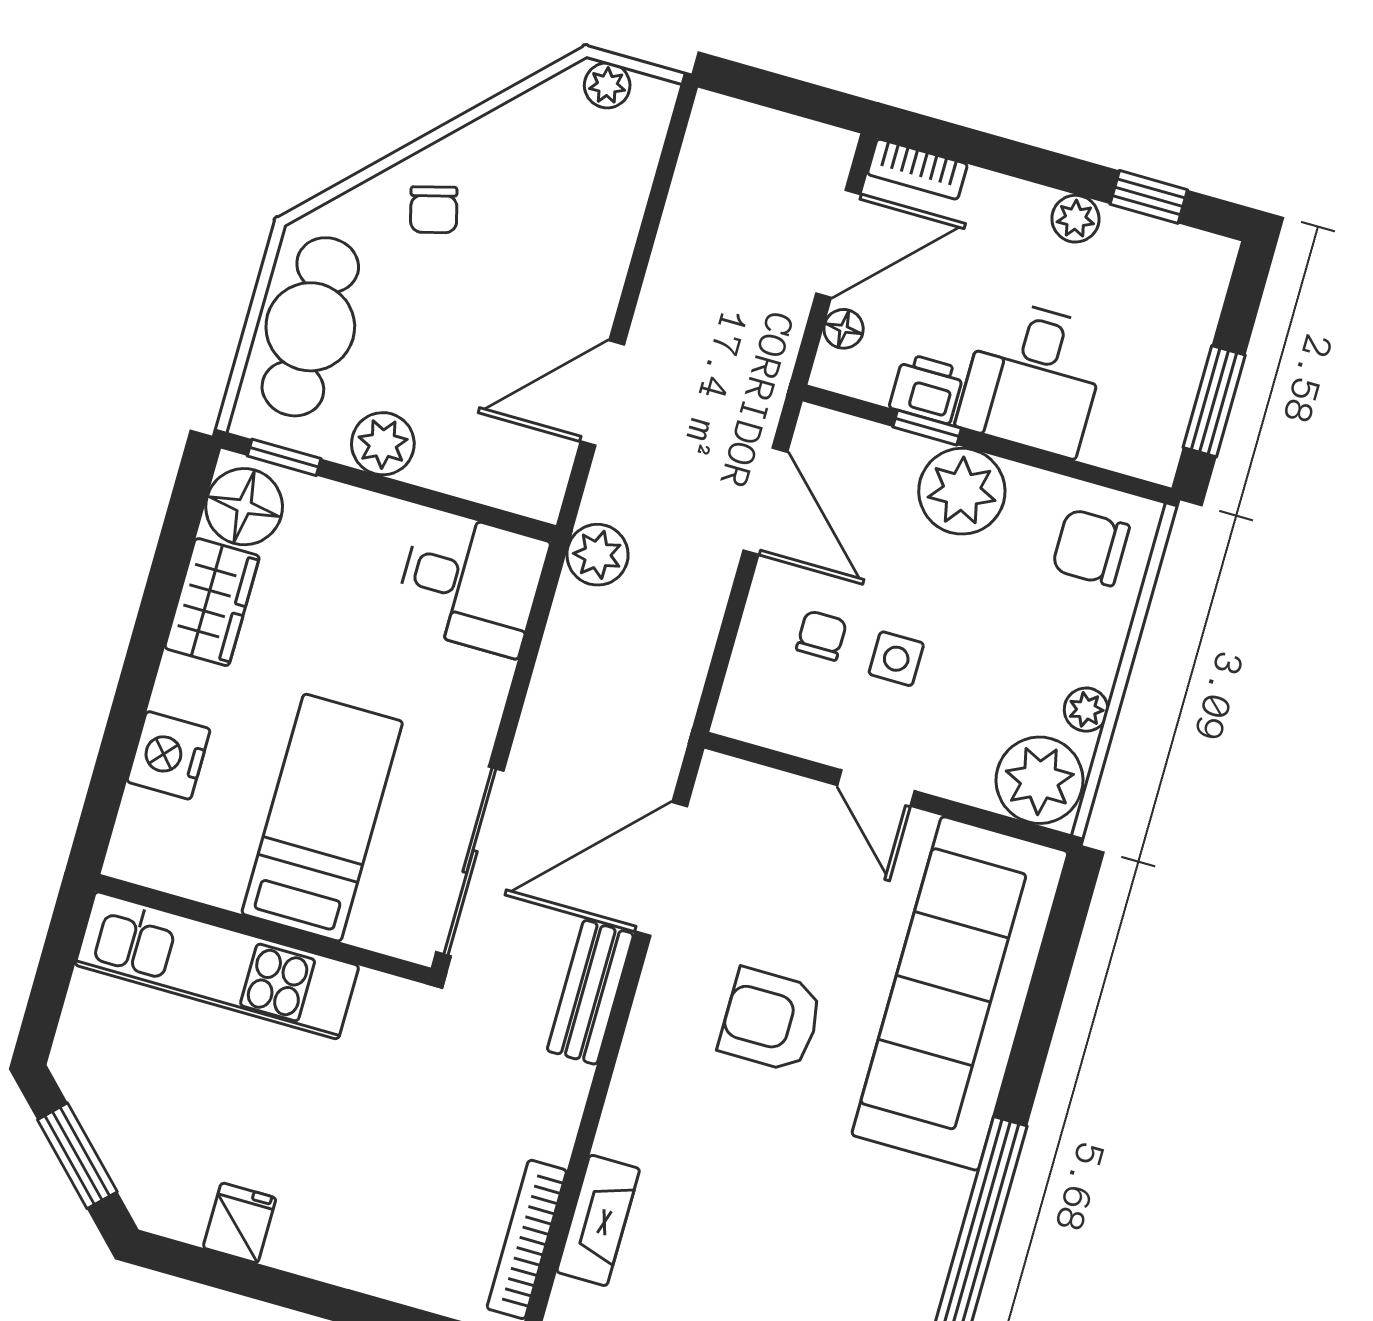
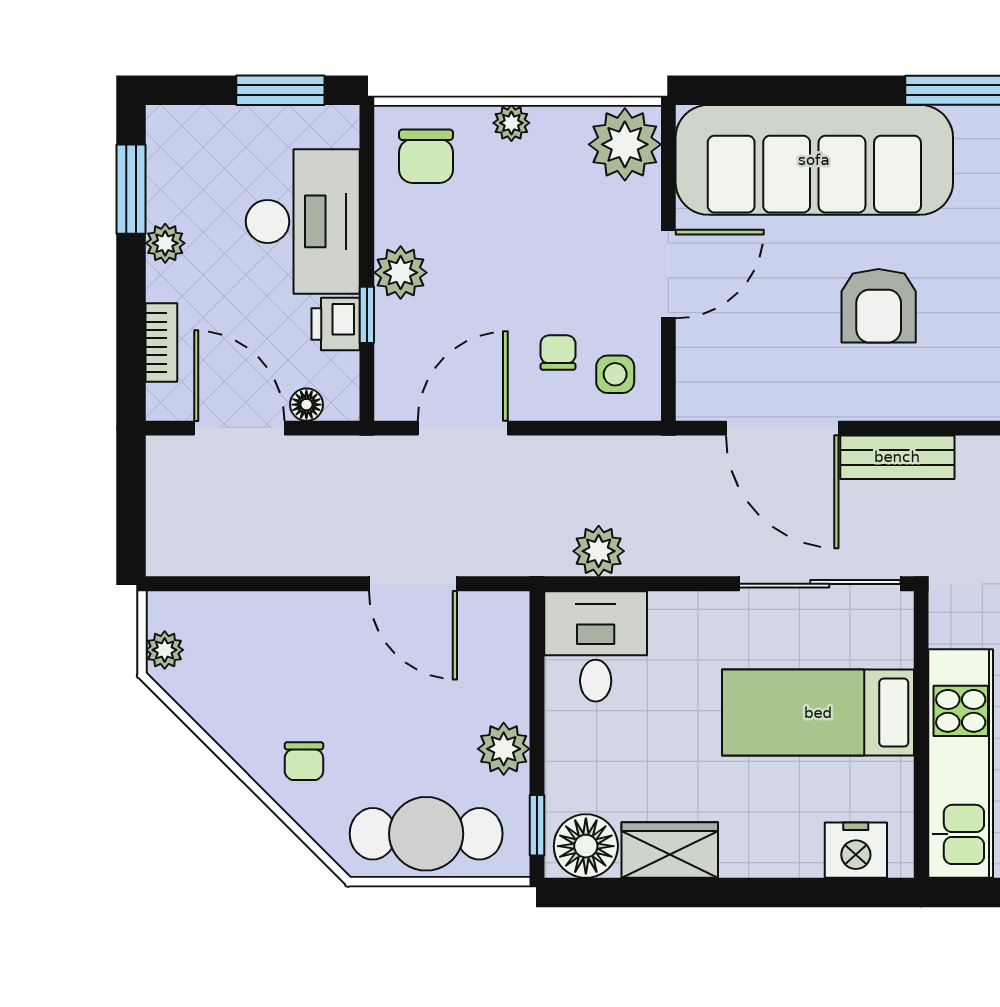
bookcase: (917, 169) -> (161, 343), moved
window: (1149, 197) -> (131, 189), width x1.50
chair: (434, 210) -> (304, 761), turned 105
desk: (1033, 378) -> (303, 221), width x1.37
plant: (962, 491) -> (401, 273), width x0.73, depth x0.73
plant: (598, 555) -> (599, 551), moved
chair: (821, 636) -> (558, 353), turned 90
side table: (896, 659) -> (615, 374), moved
plant: (1086, 710) -> (511, 123), moved
nightstand: (169, 755) -> (856, 850), moved
door: (876, 788) -> (668, 274), width x1.38

